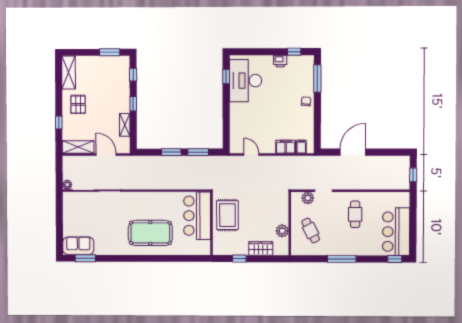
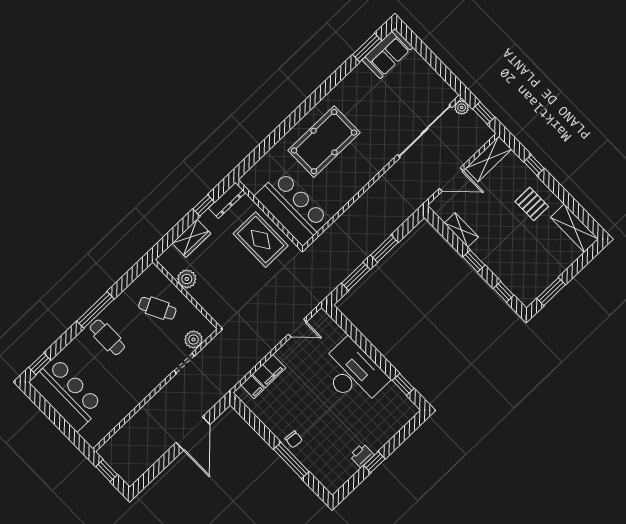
window: (294, 52) -> (374, 462), moved
window: (317, 79) -> (291, 460), moved
desk: (245, 81) -> (353, 373), moved
window: (59, 172) -> (484, 113), added
cafe table: (355, 214) -> (107, 337), moved
dresser: (225, 250) -> (227, 200), added

